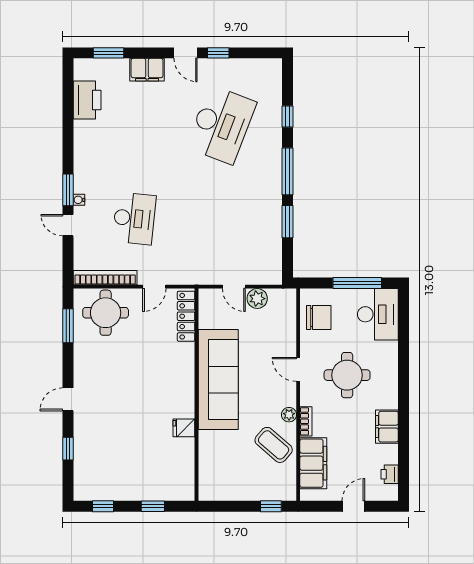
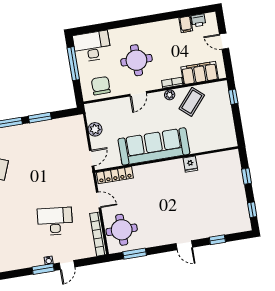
door: (234, 287) -> (92, 158), moved
filing cabinet: (387, 427) -> (186, 24), moved, width x0.50

